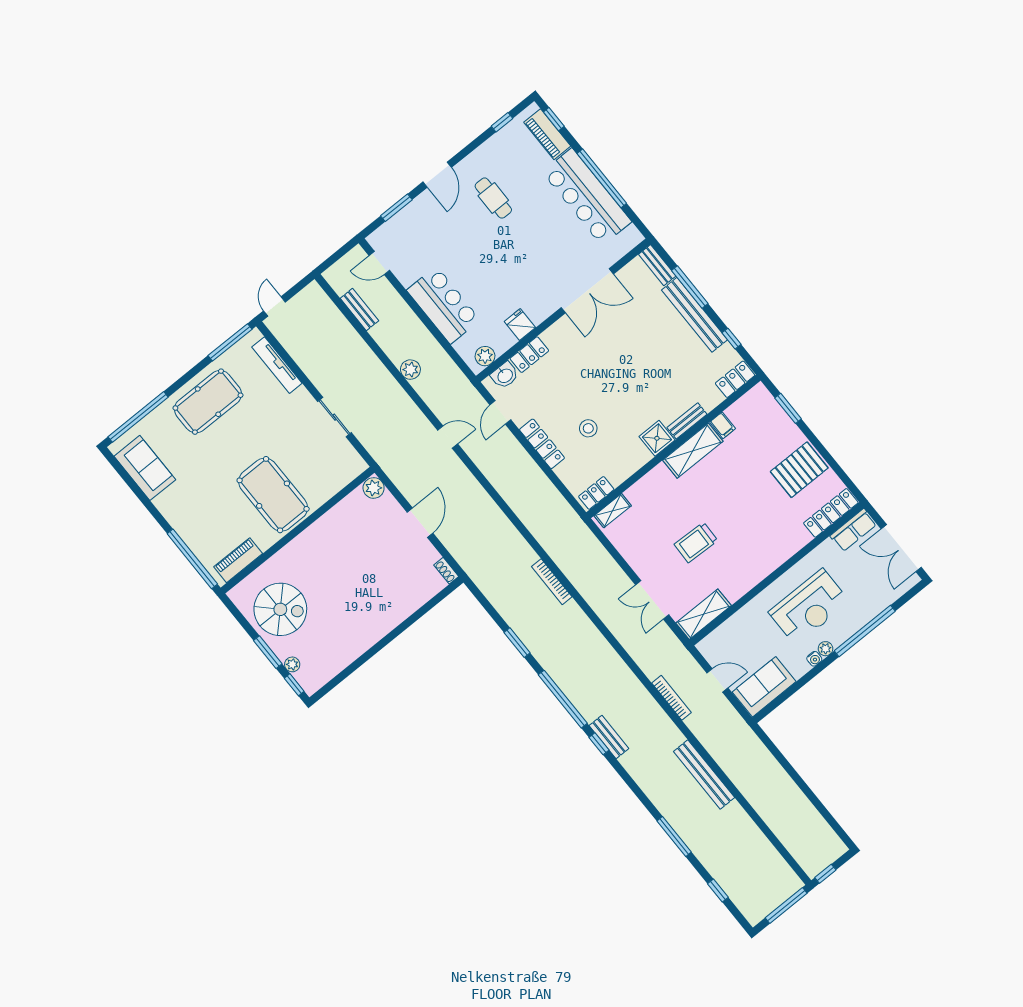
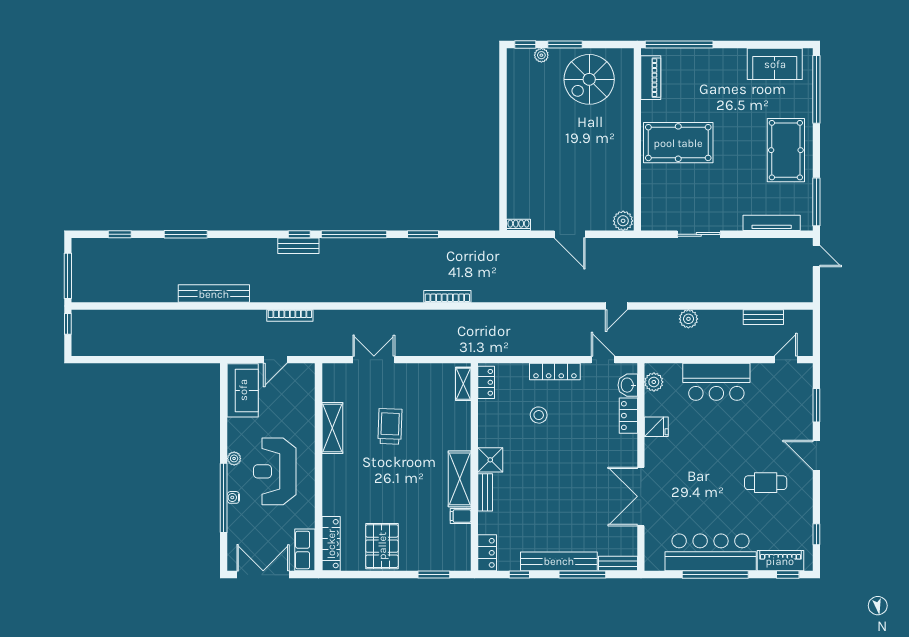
shelving: (703, 614) -> (332, 428), moved
water cooler: (814, 659) -> (233, 497), moved

